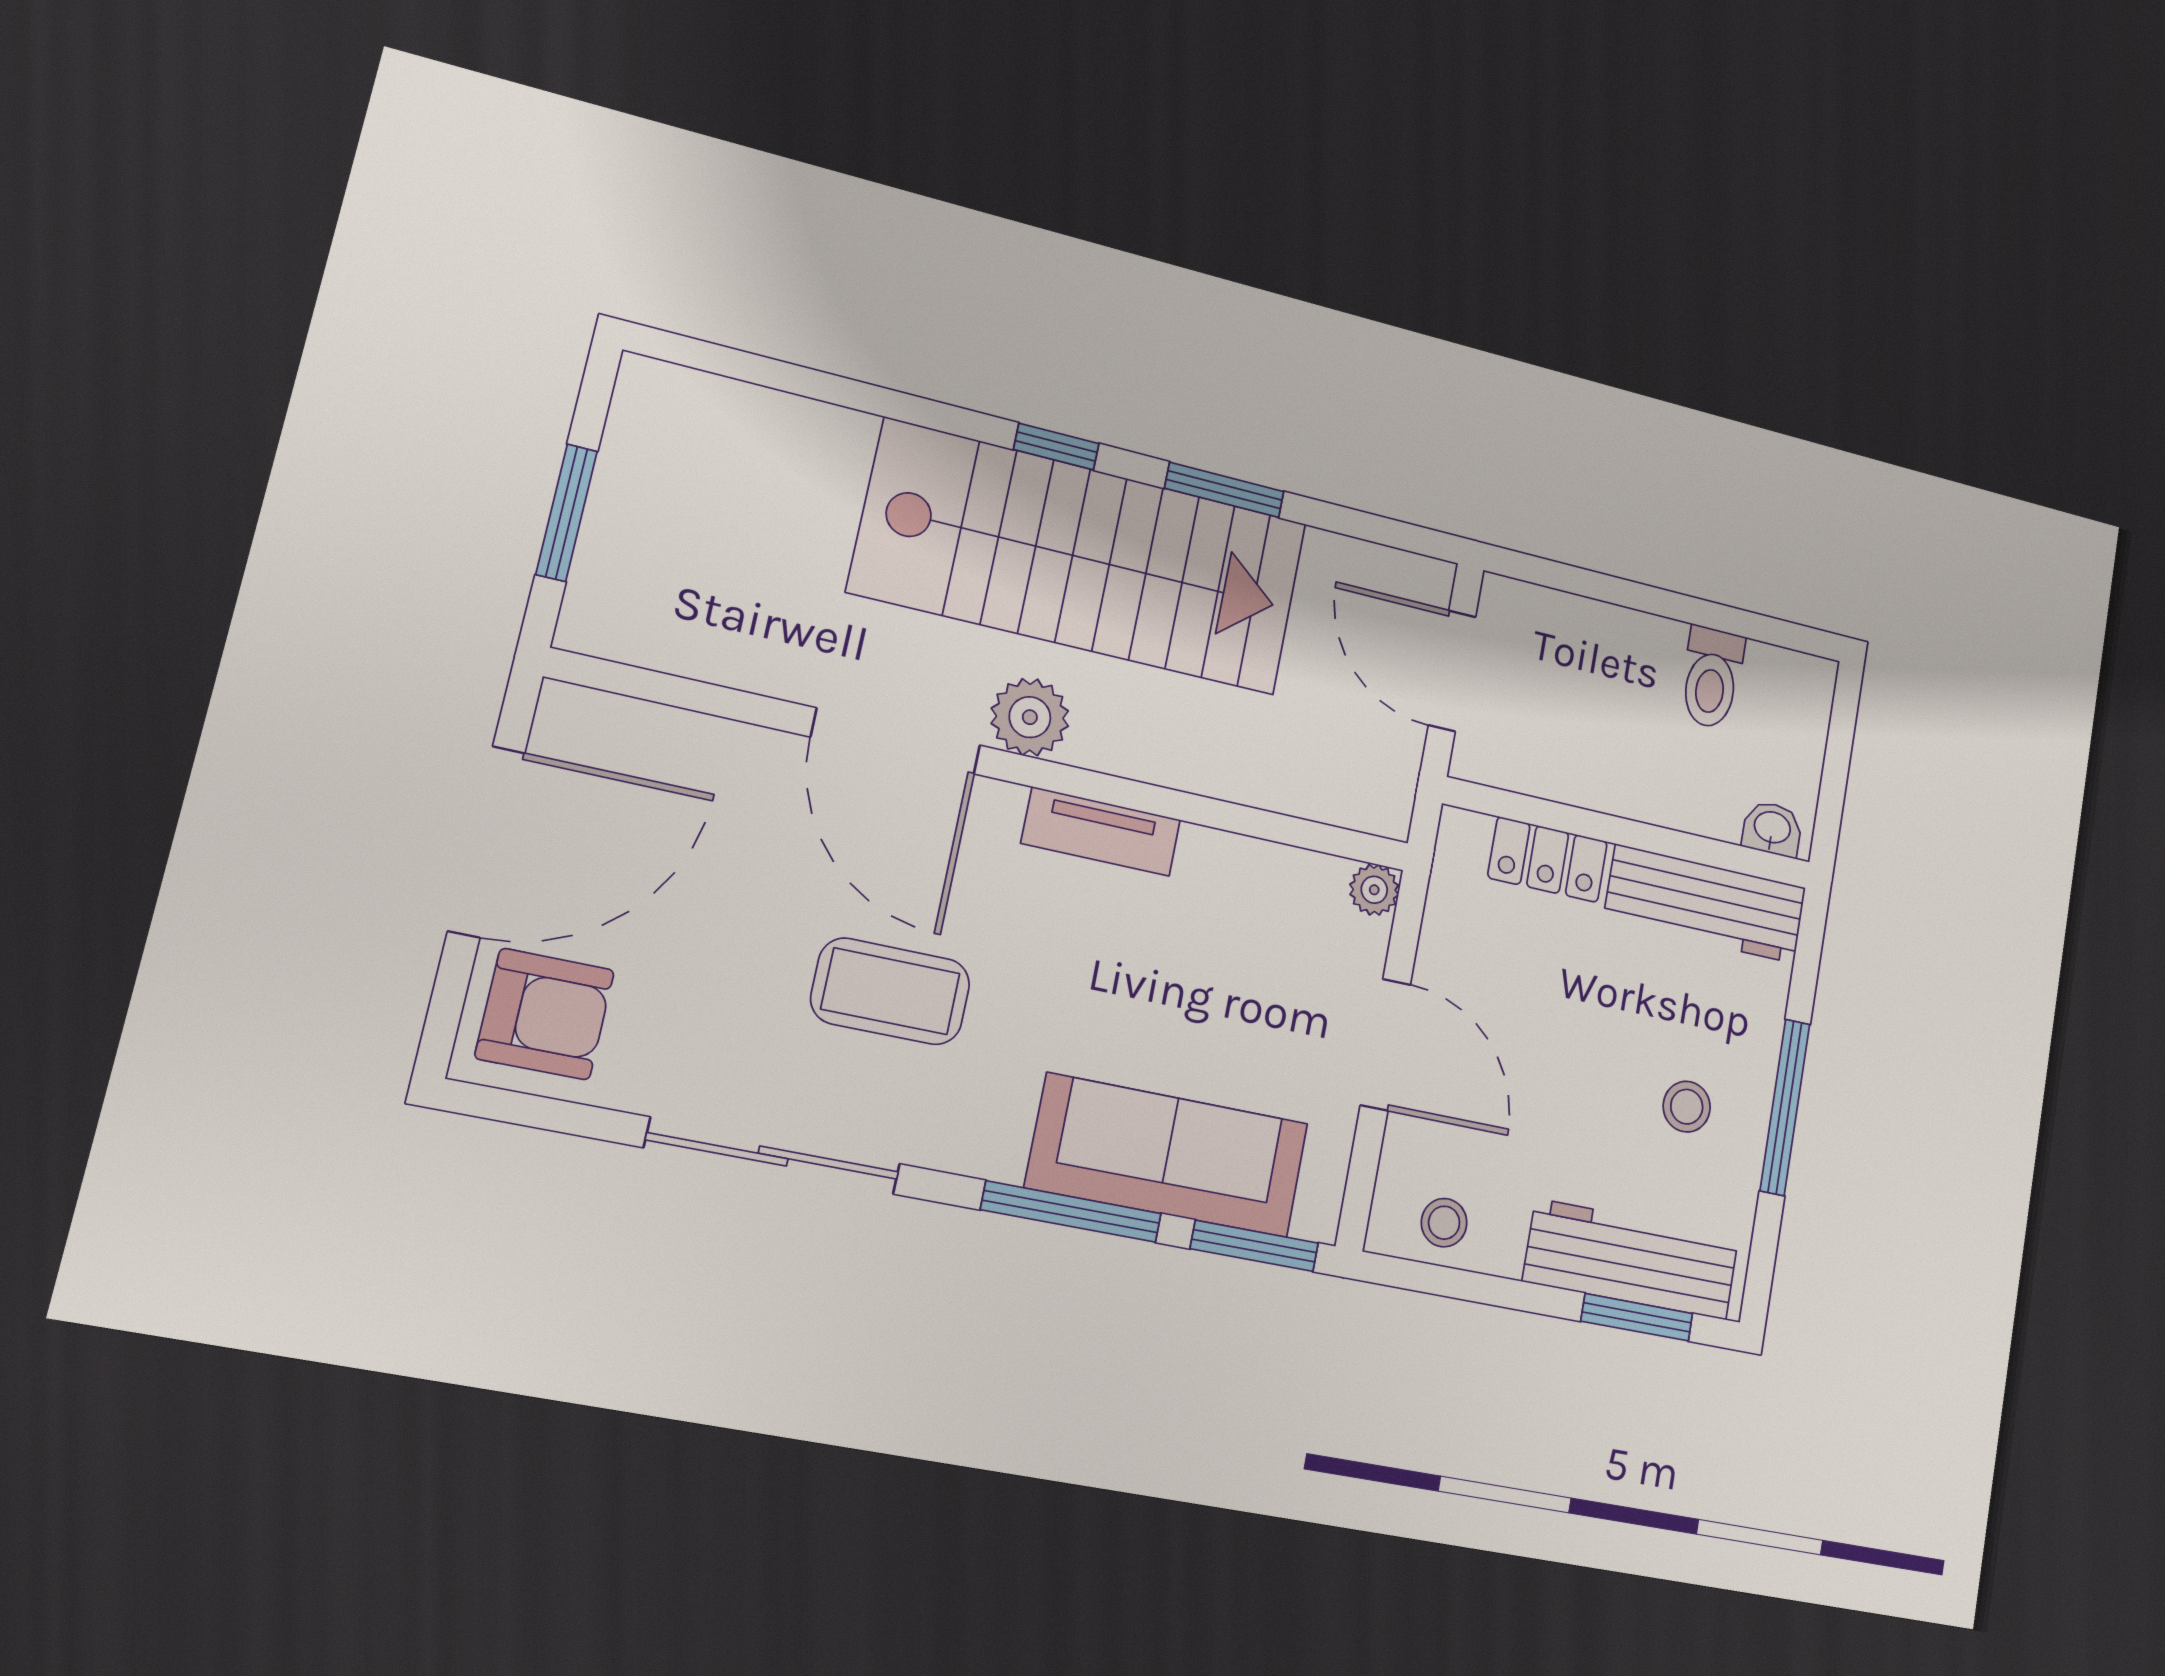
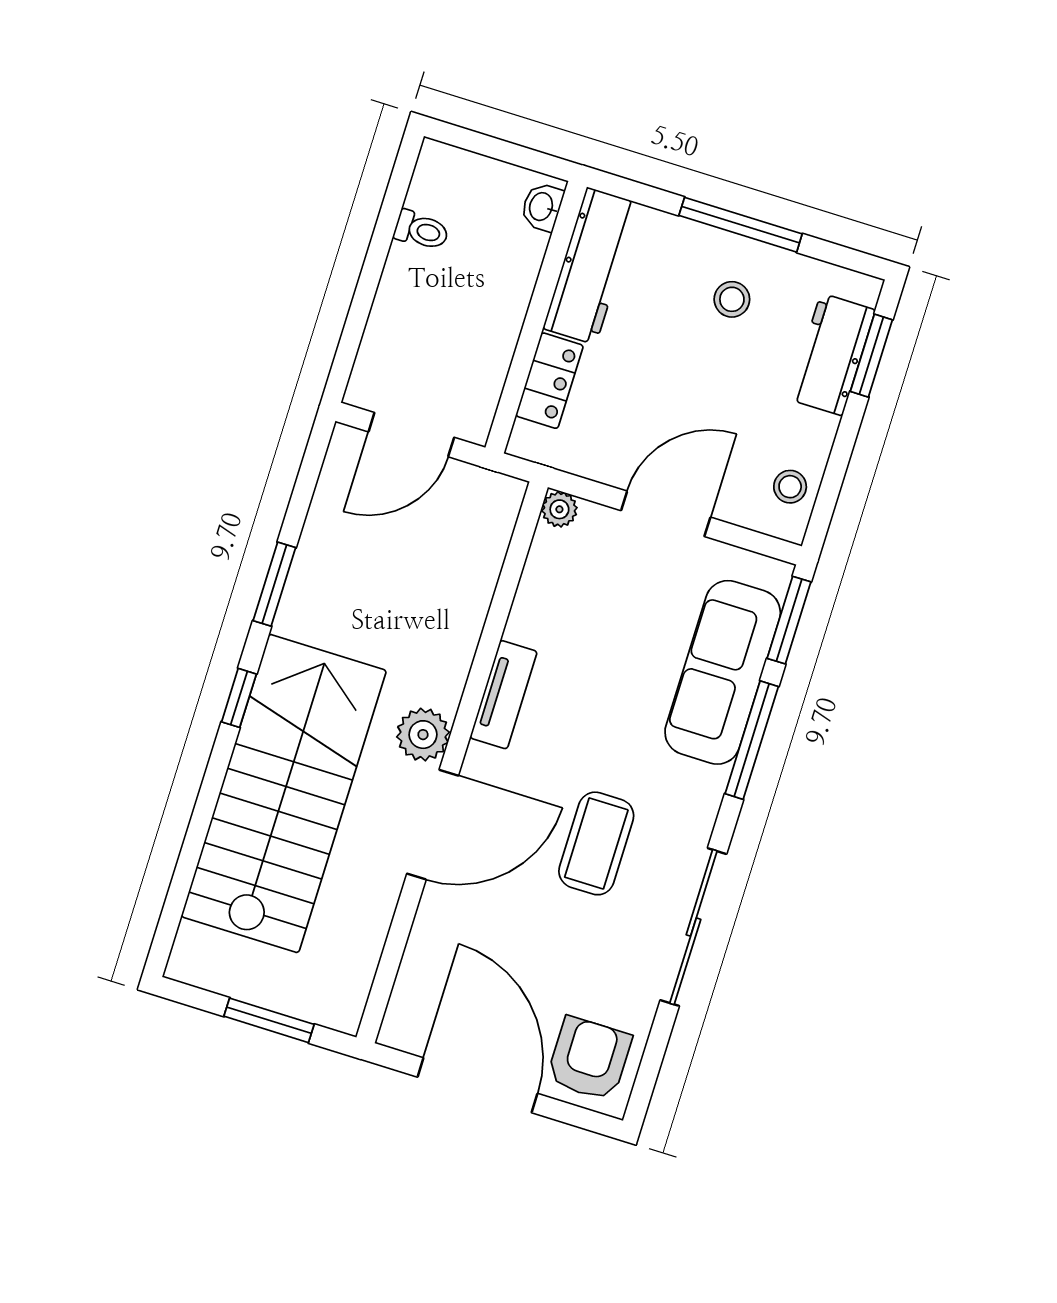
stairs: (1081, 557) -> (284, 793), moved
toilet: (1712, 678) -> (421, 230), width x0.73, depth x0.72
workbench: (1631, 1259) -> (832, 354), width x0.73

